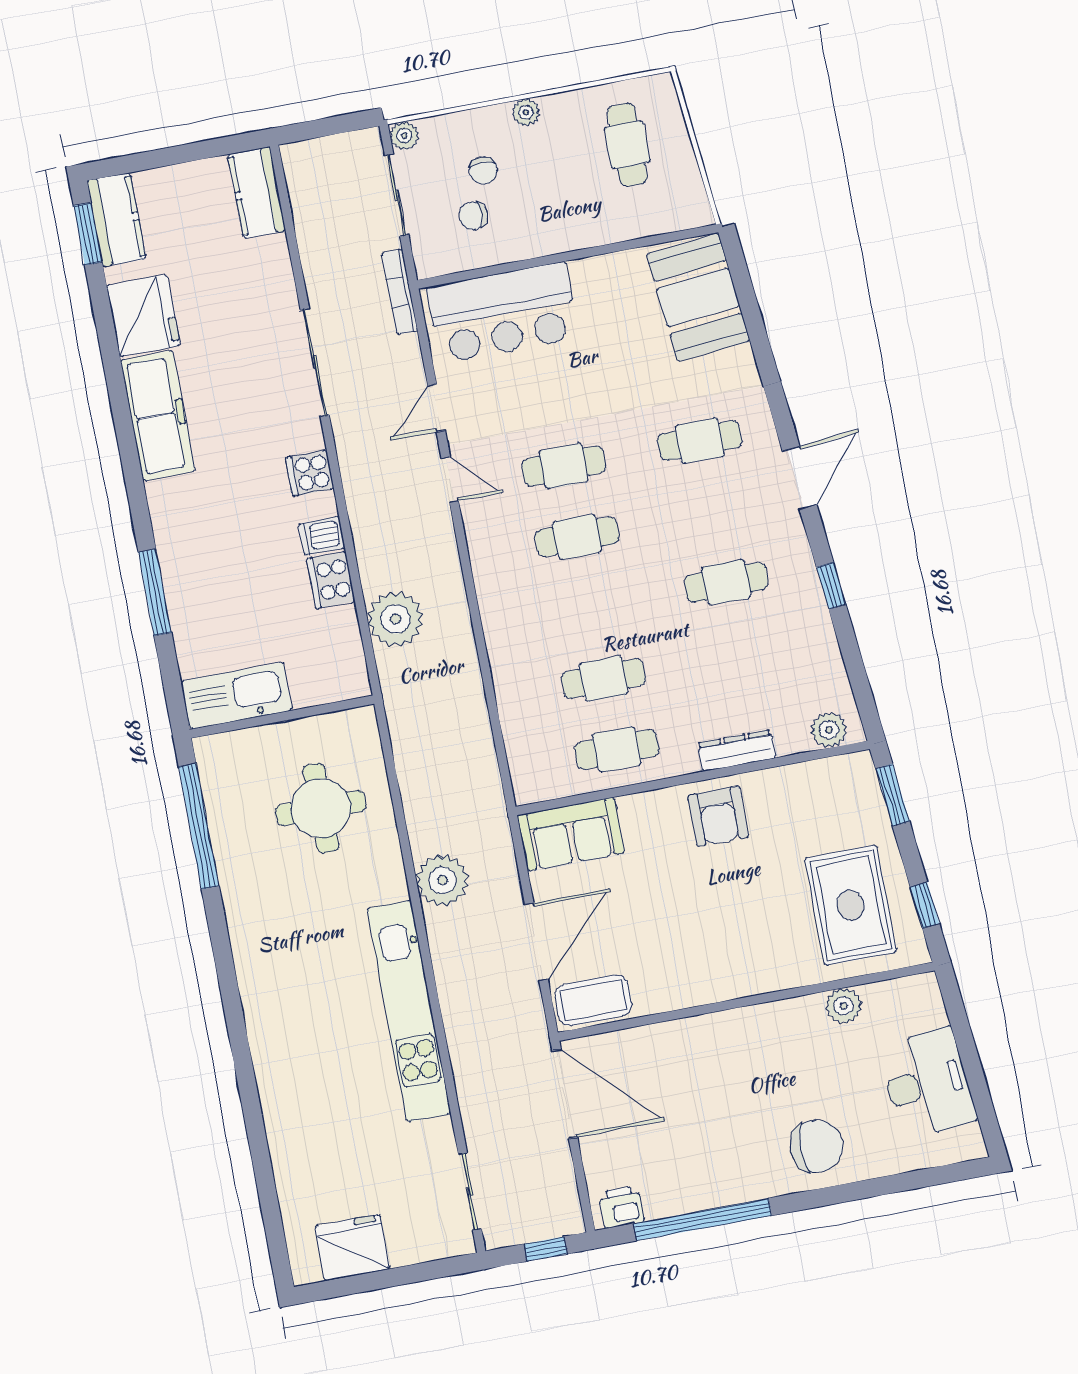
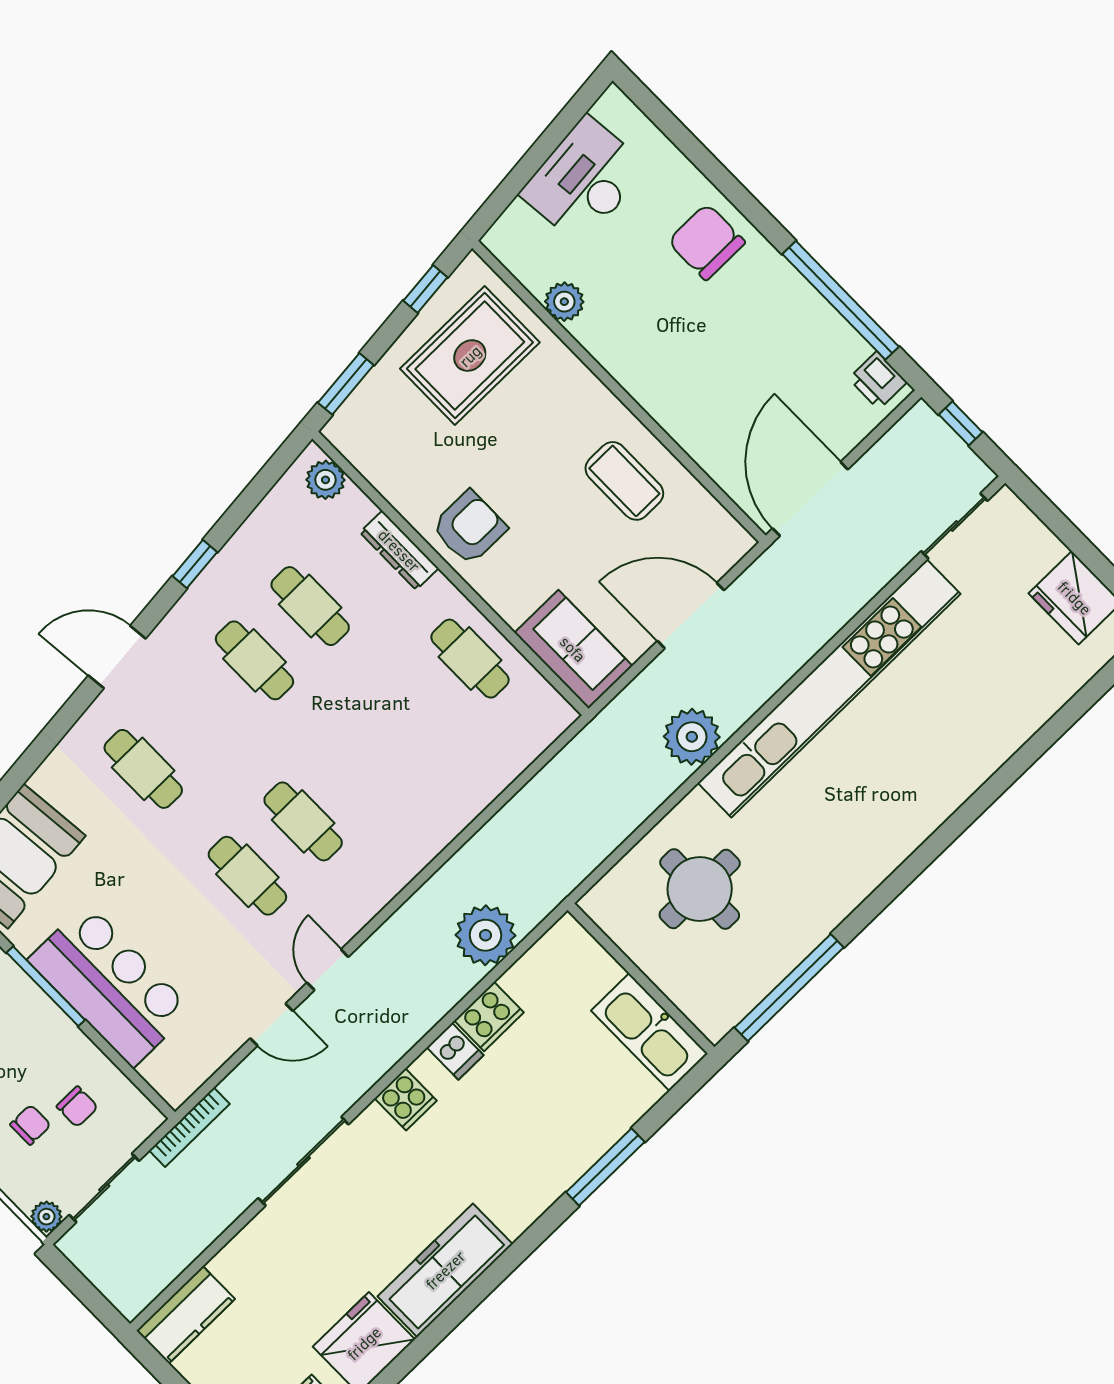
window: (582, 254) -> (46, 986), added
bar counter: (503, 313) -> (110, 985), moved
cafe table: (604, 679) -> (310, 606), moved
coffee table: (593, 1000) -> (624, 481), moved
kitchen unit: (409, 1011) -> (829, 688), width x1.36

